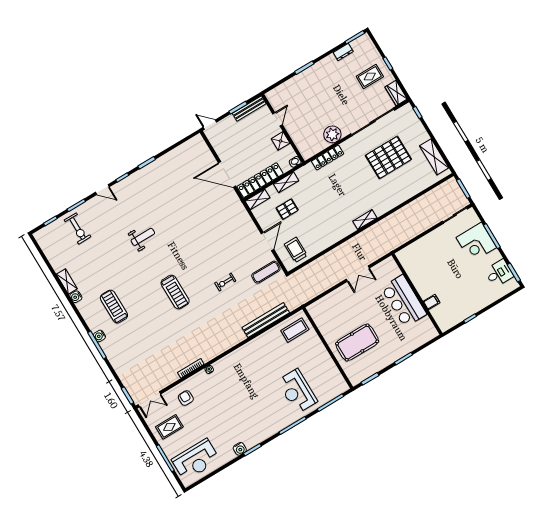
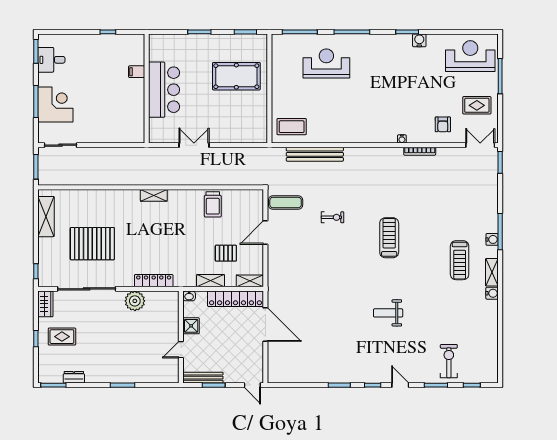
trolley: (296, 250) -> (213, 204), moved
shelving: (67, 281) -> (492, 272), moved
reception desk: (297, 391) -> (326, 64), turned -90

